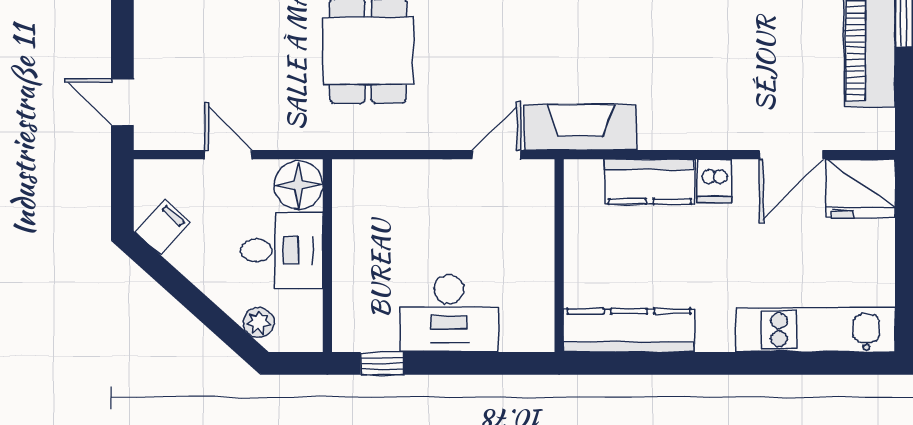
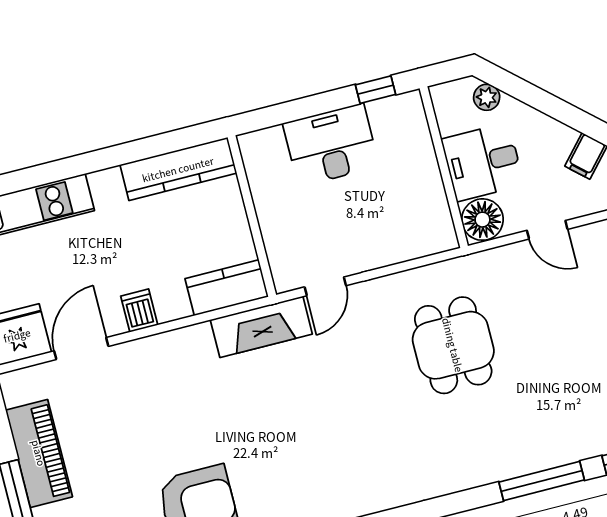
kitchen counter: (650, 182) -> (227, 288), moved

